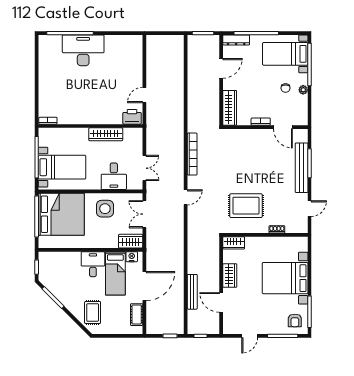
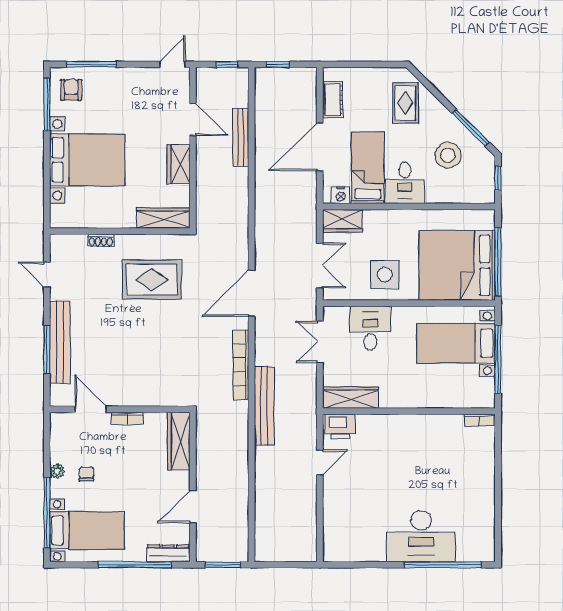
bench: (178, 129) -> (264, 406), added
wardrobe: (106, 134) -> (351, 398), moved
door: (186, 197) -> (252, 293), width x1.87
door: (309, 209) -> (47, 275), hinge flipped
wardrobe: (234, 243) -> (163, 218), width x1.50
stool: (67, 281) -> (448, 155), added
door: (250, 336) -> (173, 64), moved

